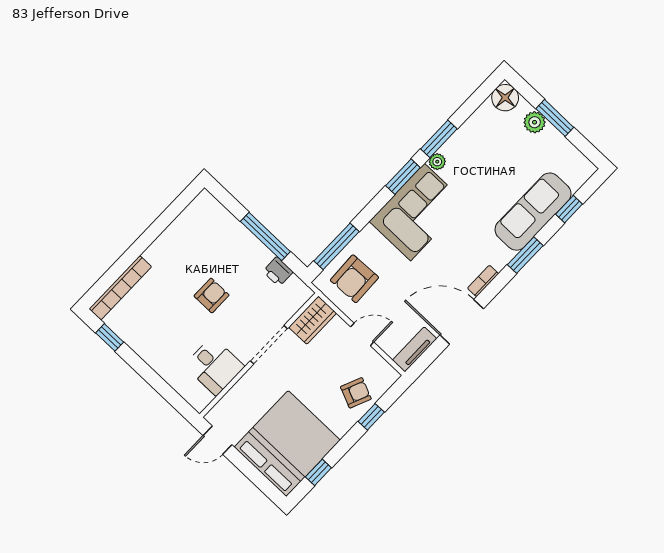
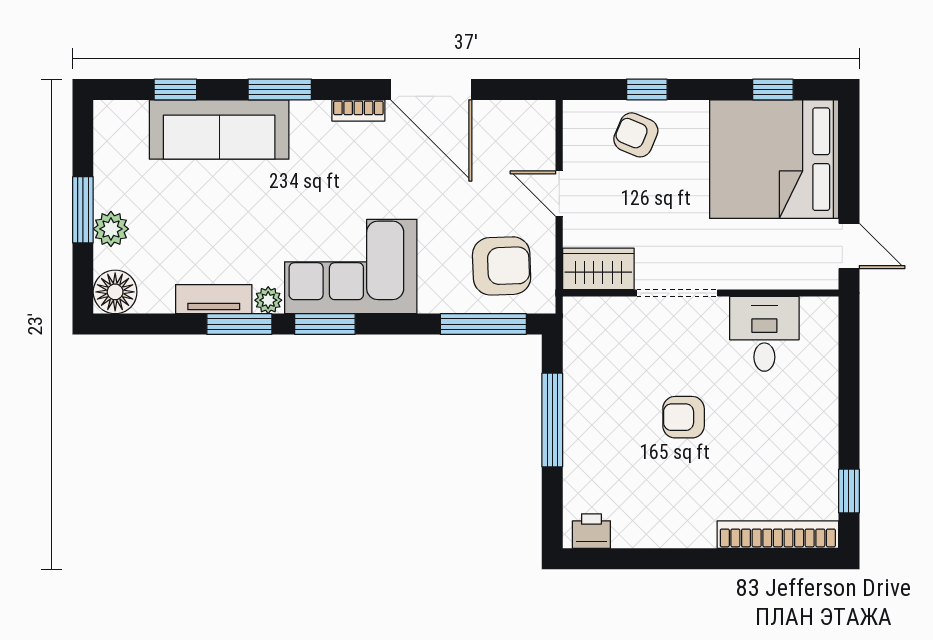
printer: (278, 272) -> (591, 531), moved, turned -90
tv unit: (415, 349) -> (214, 299), moved, turned 180

